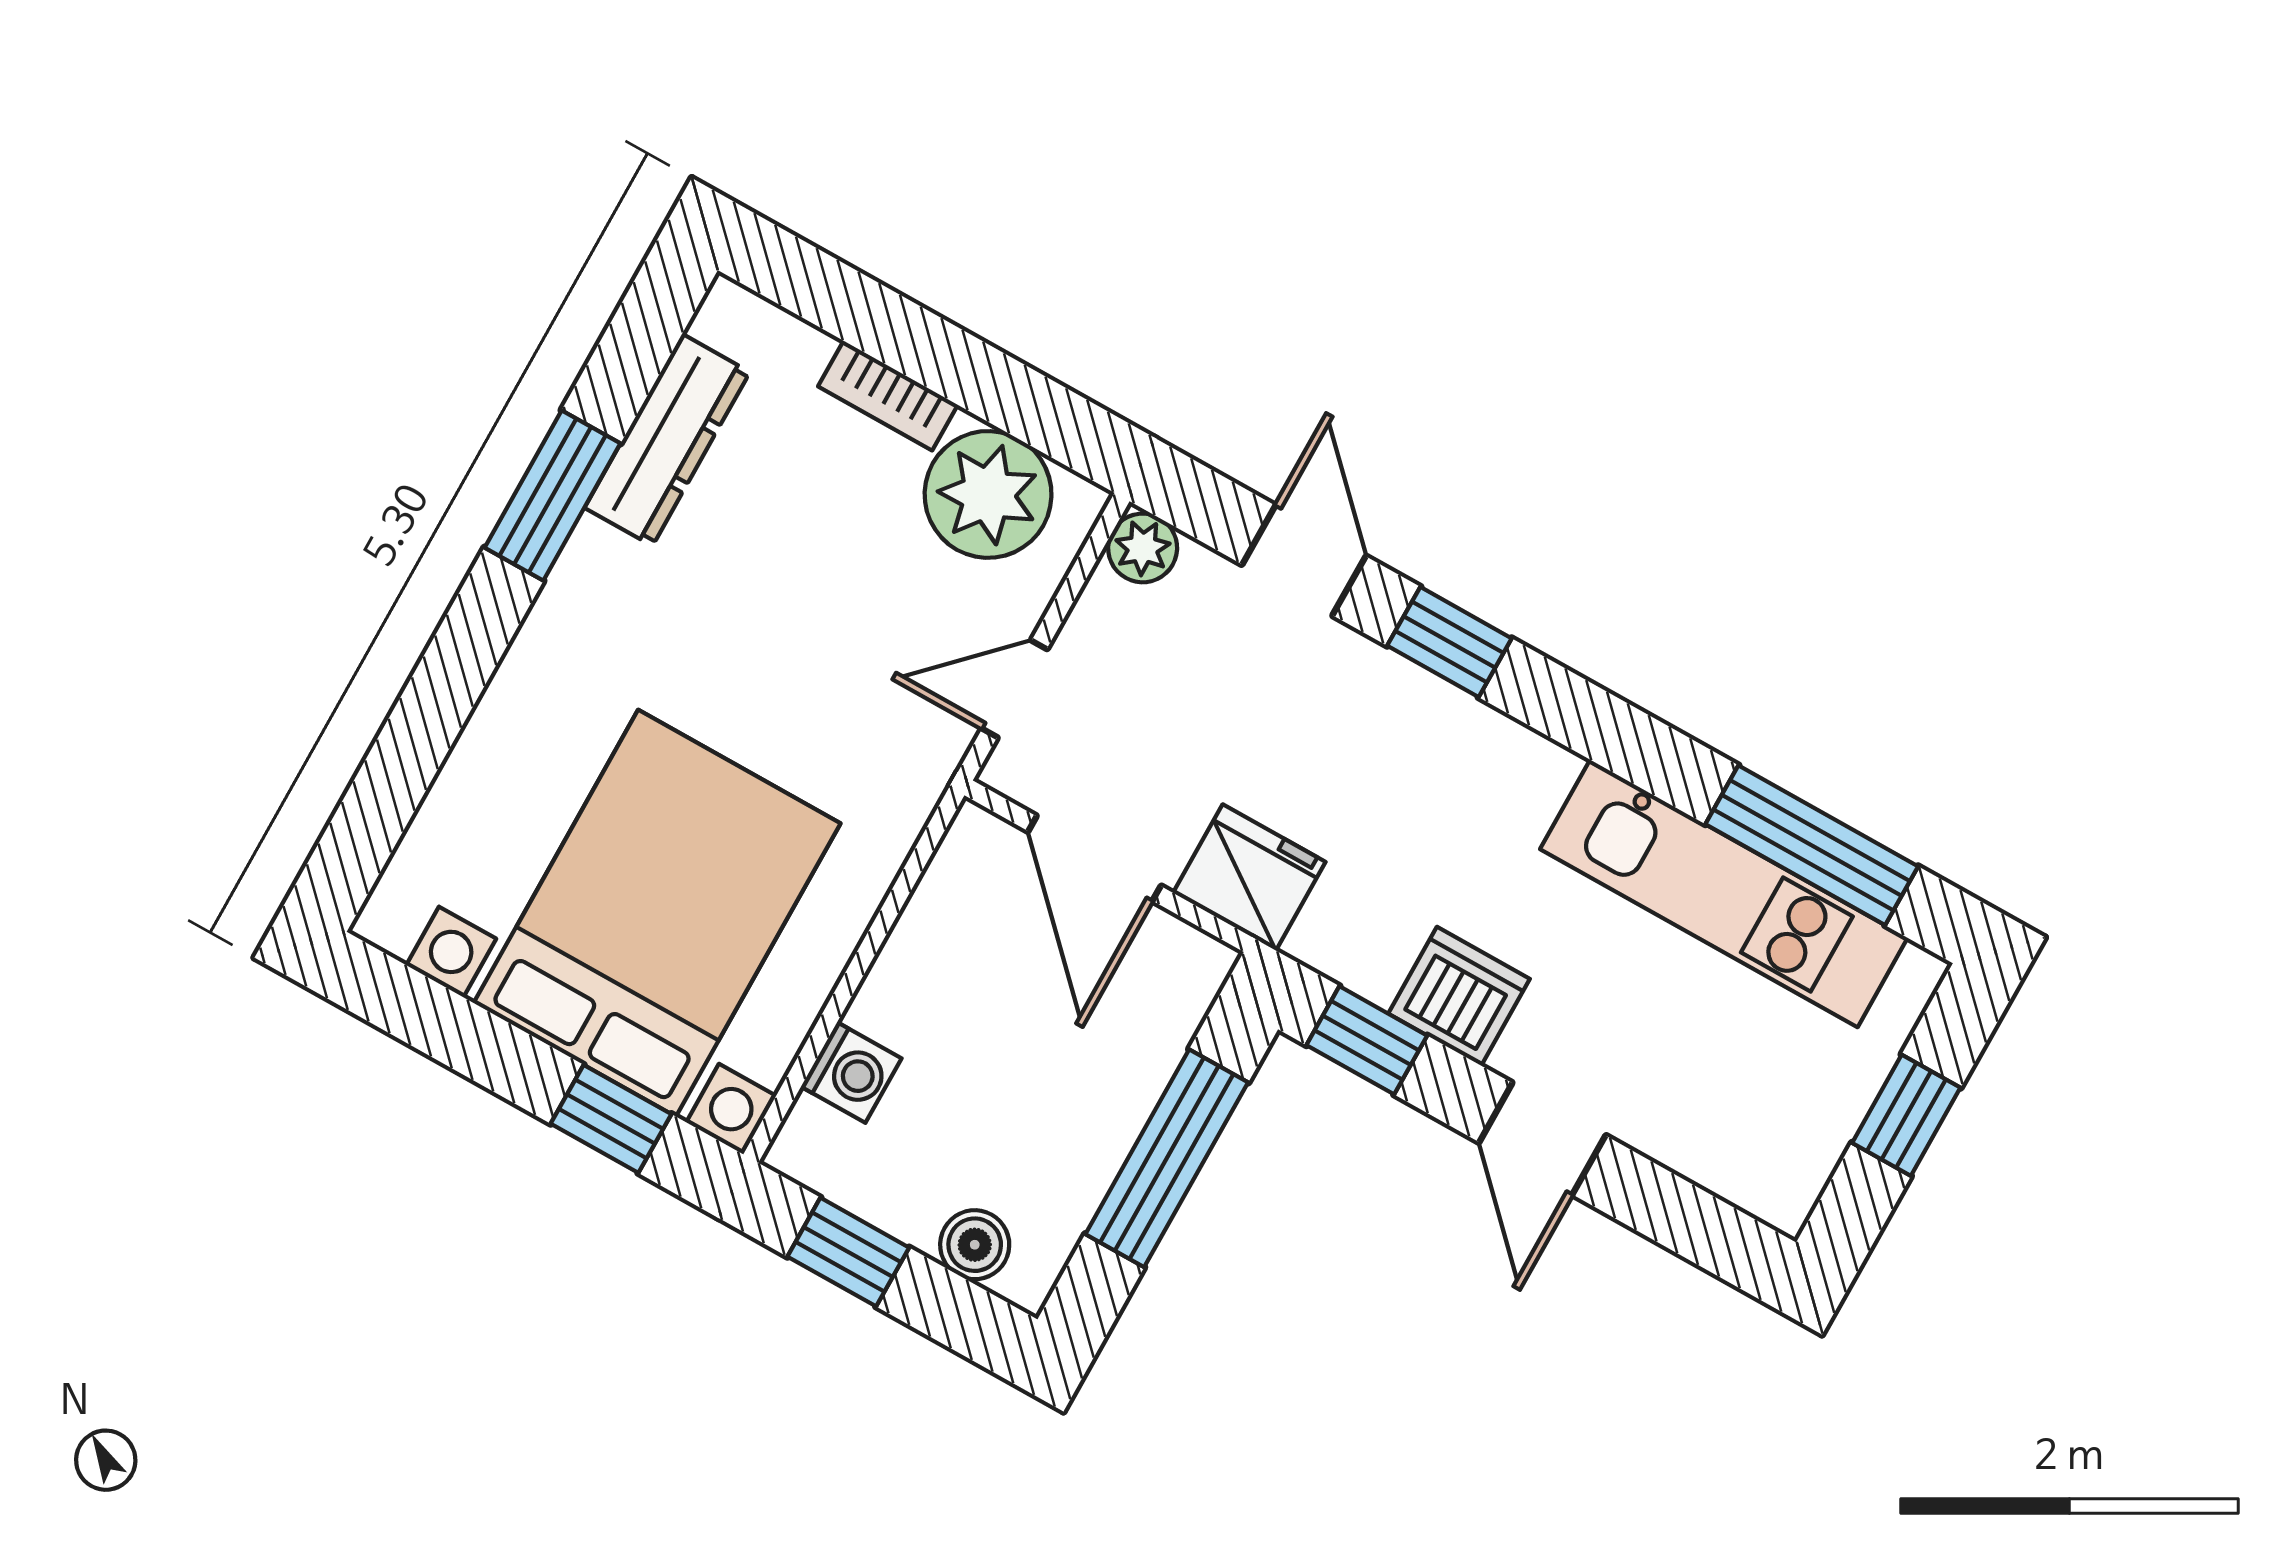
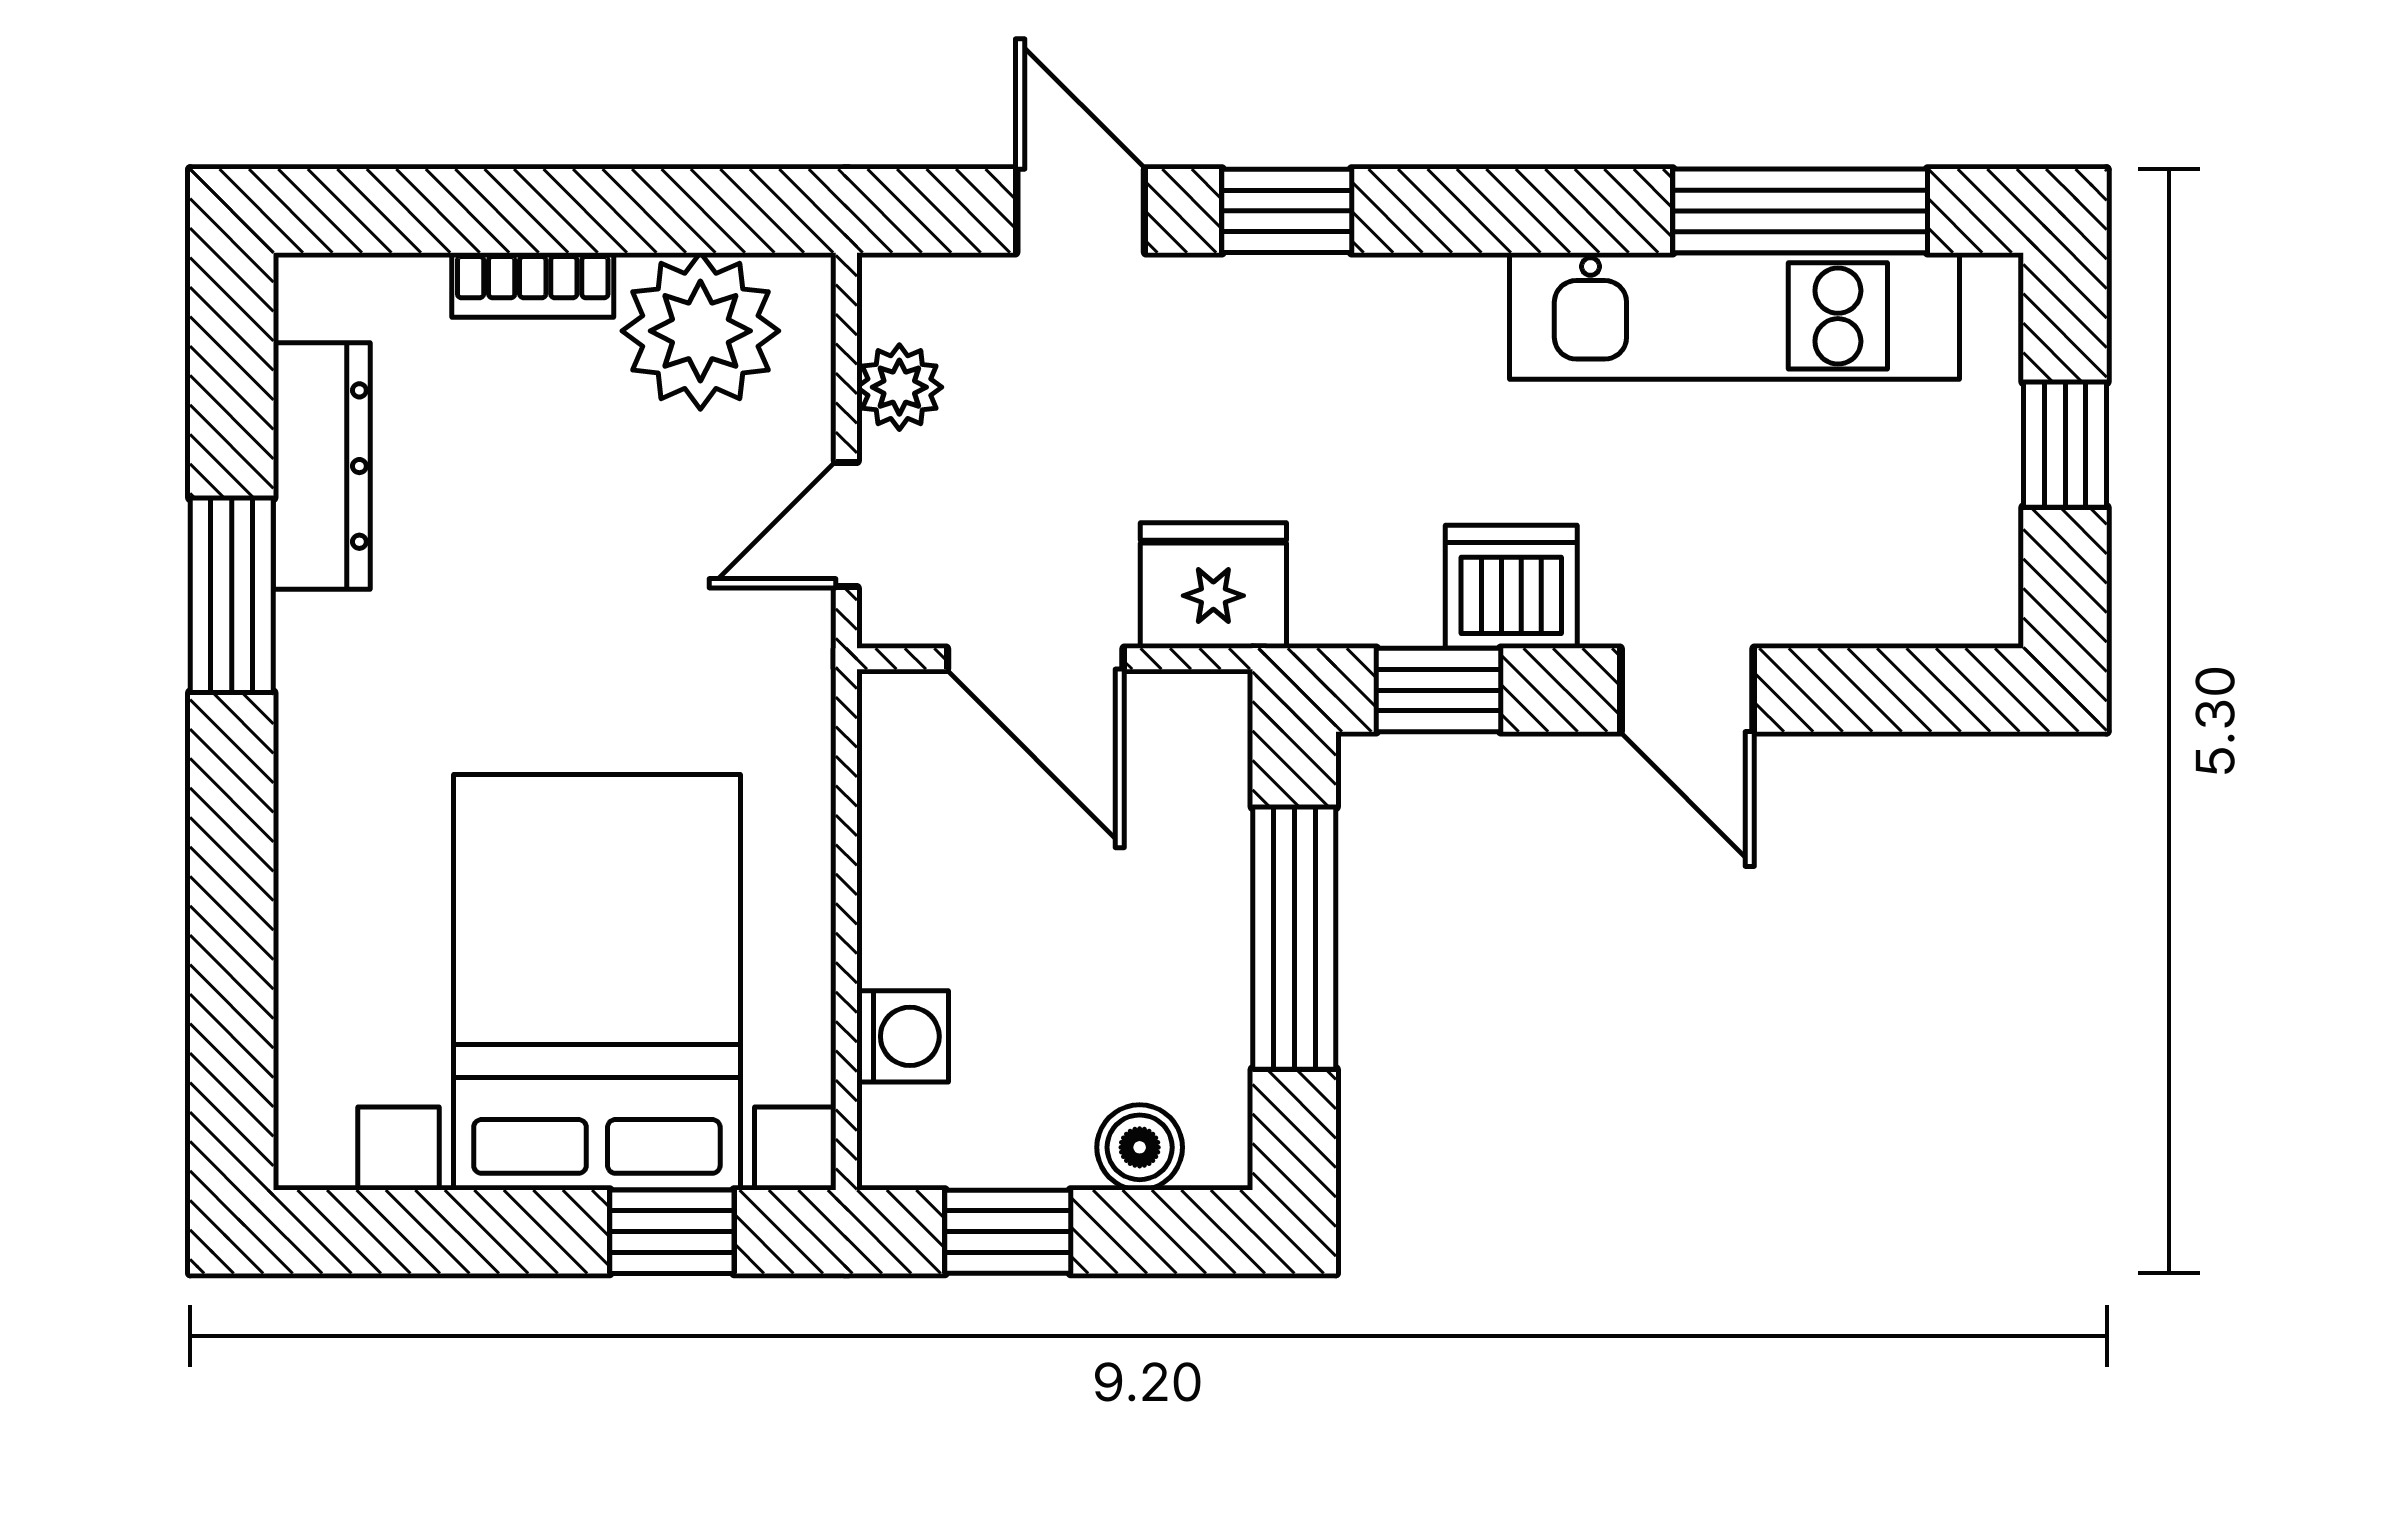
plant: (1143, 548) -> (899, 387), moved

